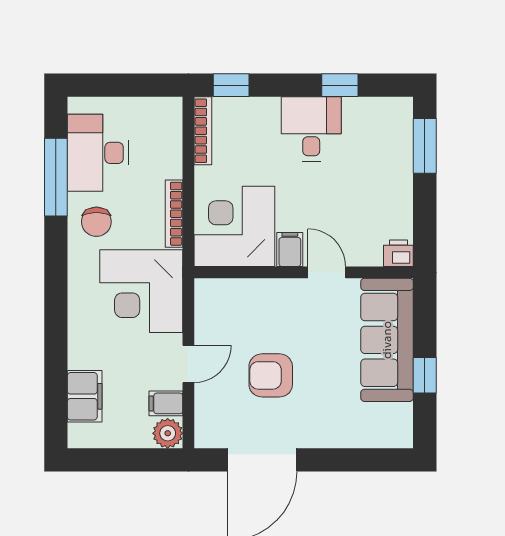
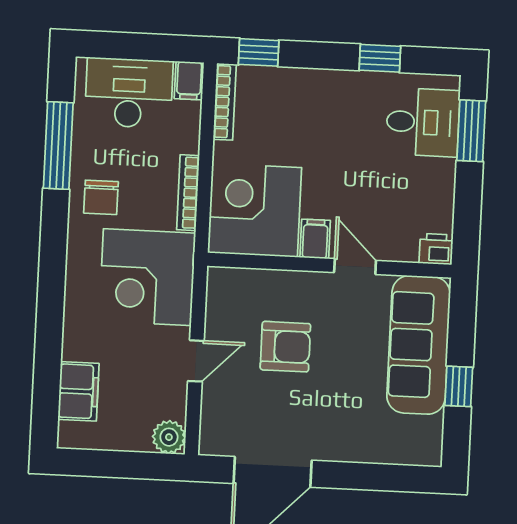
desk: (311, 129) -> (423, 122), moved, turned 90
desk: (98, 153) -> (129, 93), moved, turned 90
armchair: (271, 375) -> (285, 347), moved, turned 180
filing cabinet: (166, 403) -> (189, 81), moved, turned -90

